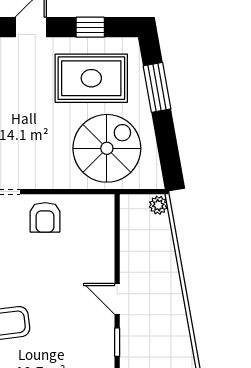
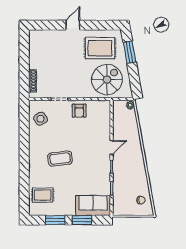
window: (90, 27) -> (100, 25), removed
door: (117, 299) -> (112, 147), swing flipped

